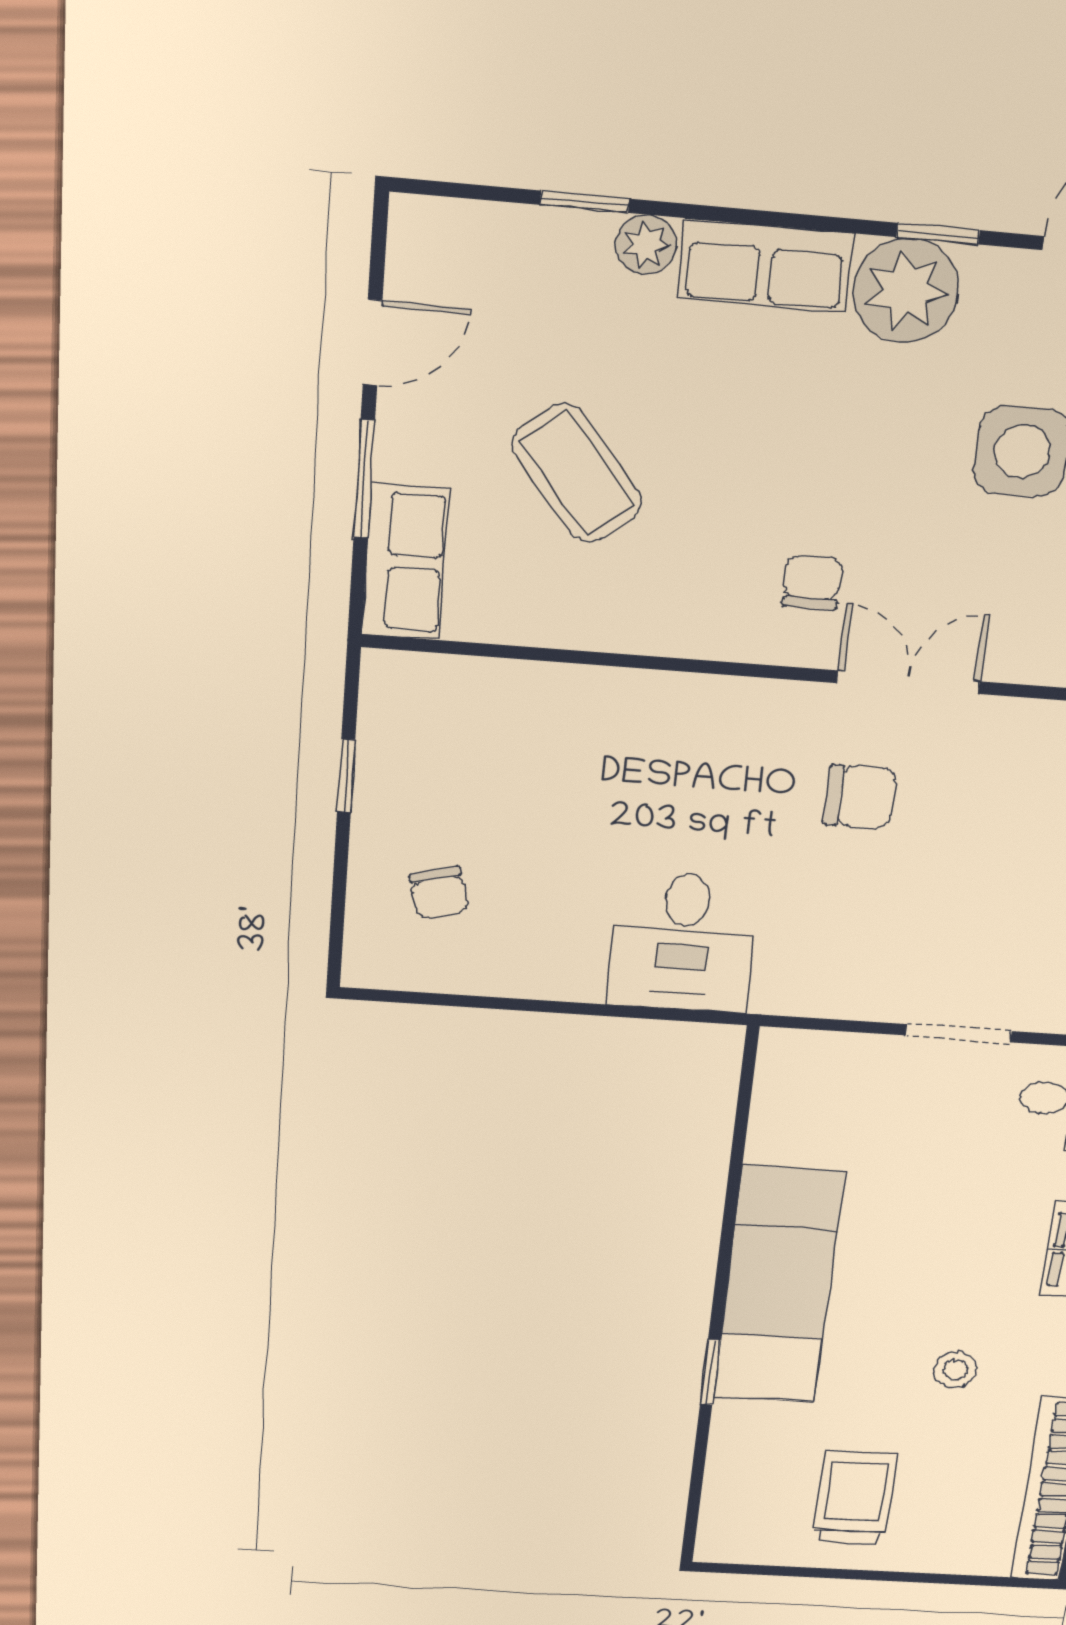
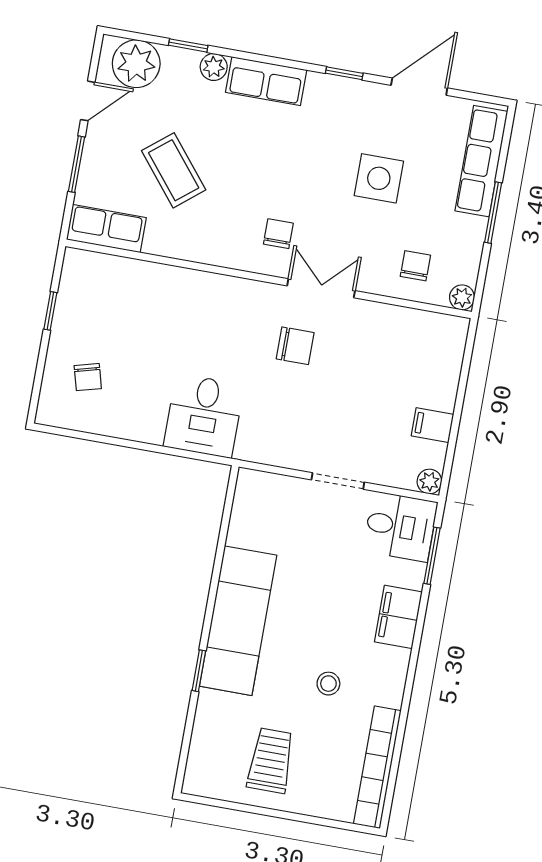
plant: (906, 291) -> (136, 64), moved
row of seats: (405, 562) -> (106, 229), moved, turned -90

